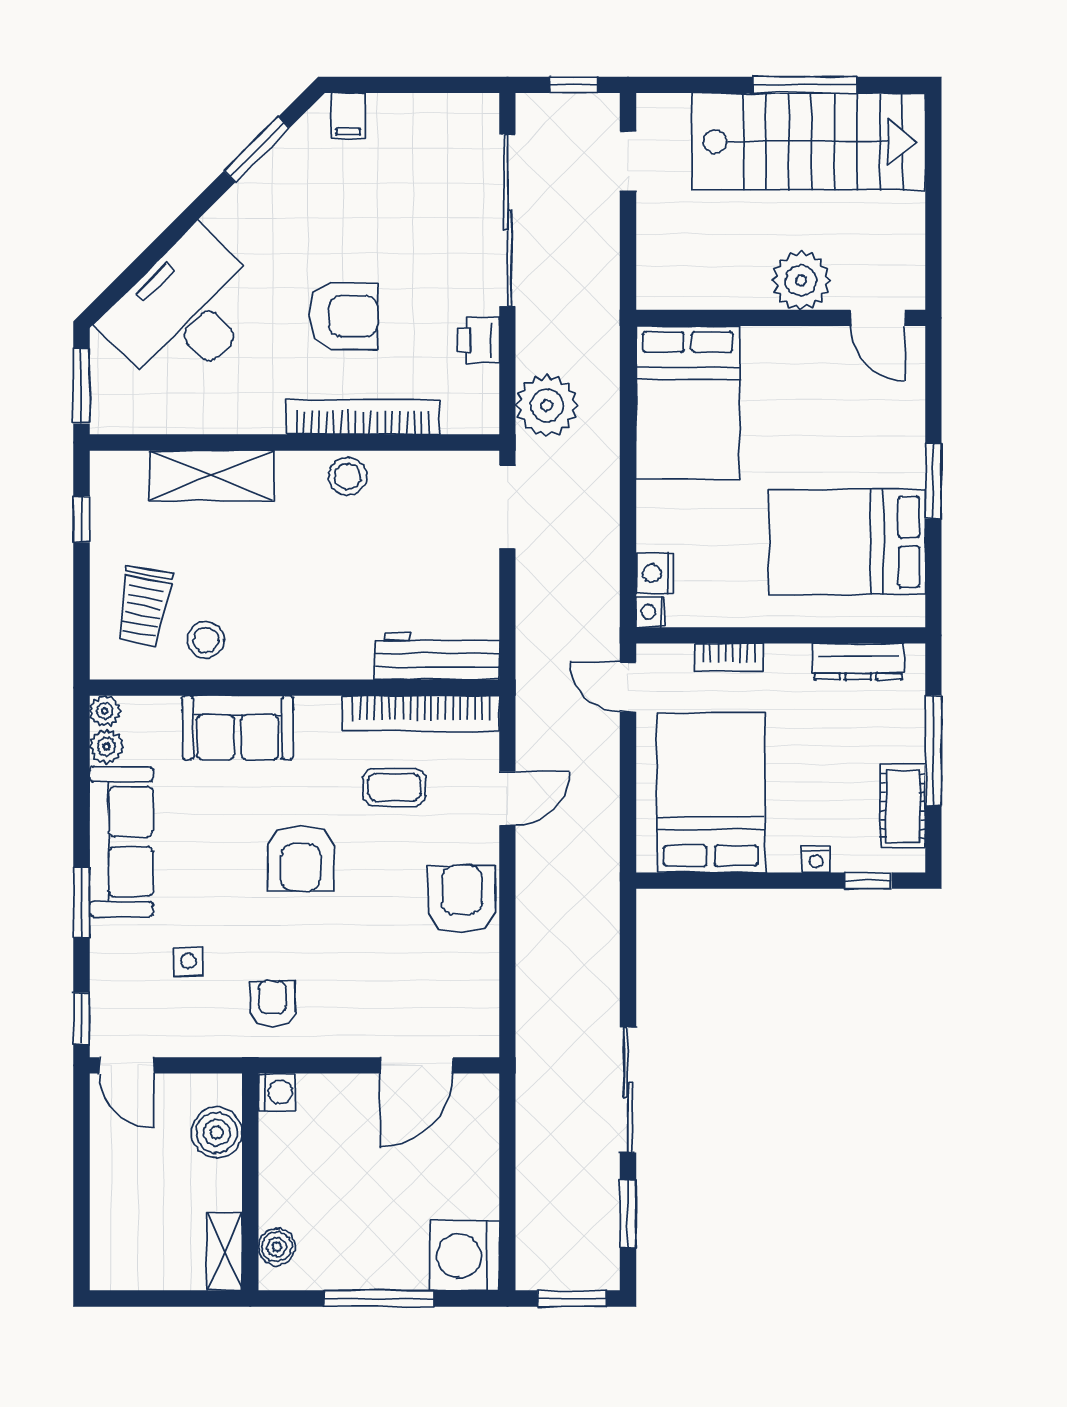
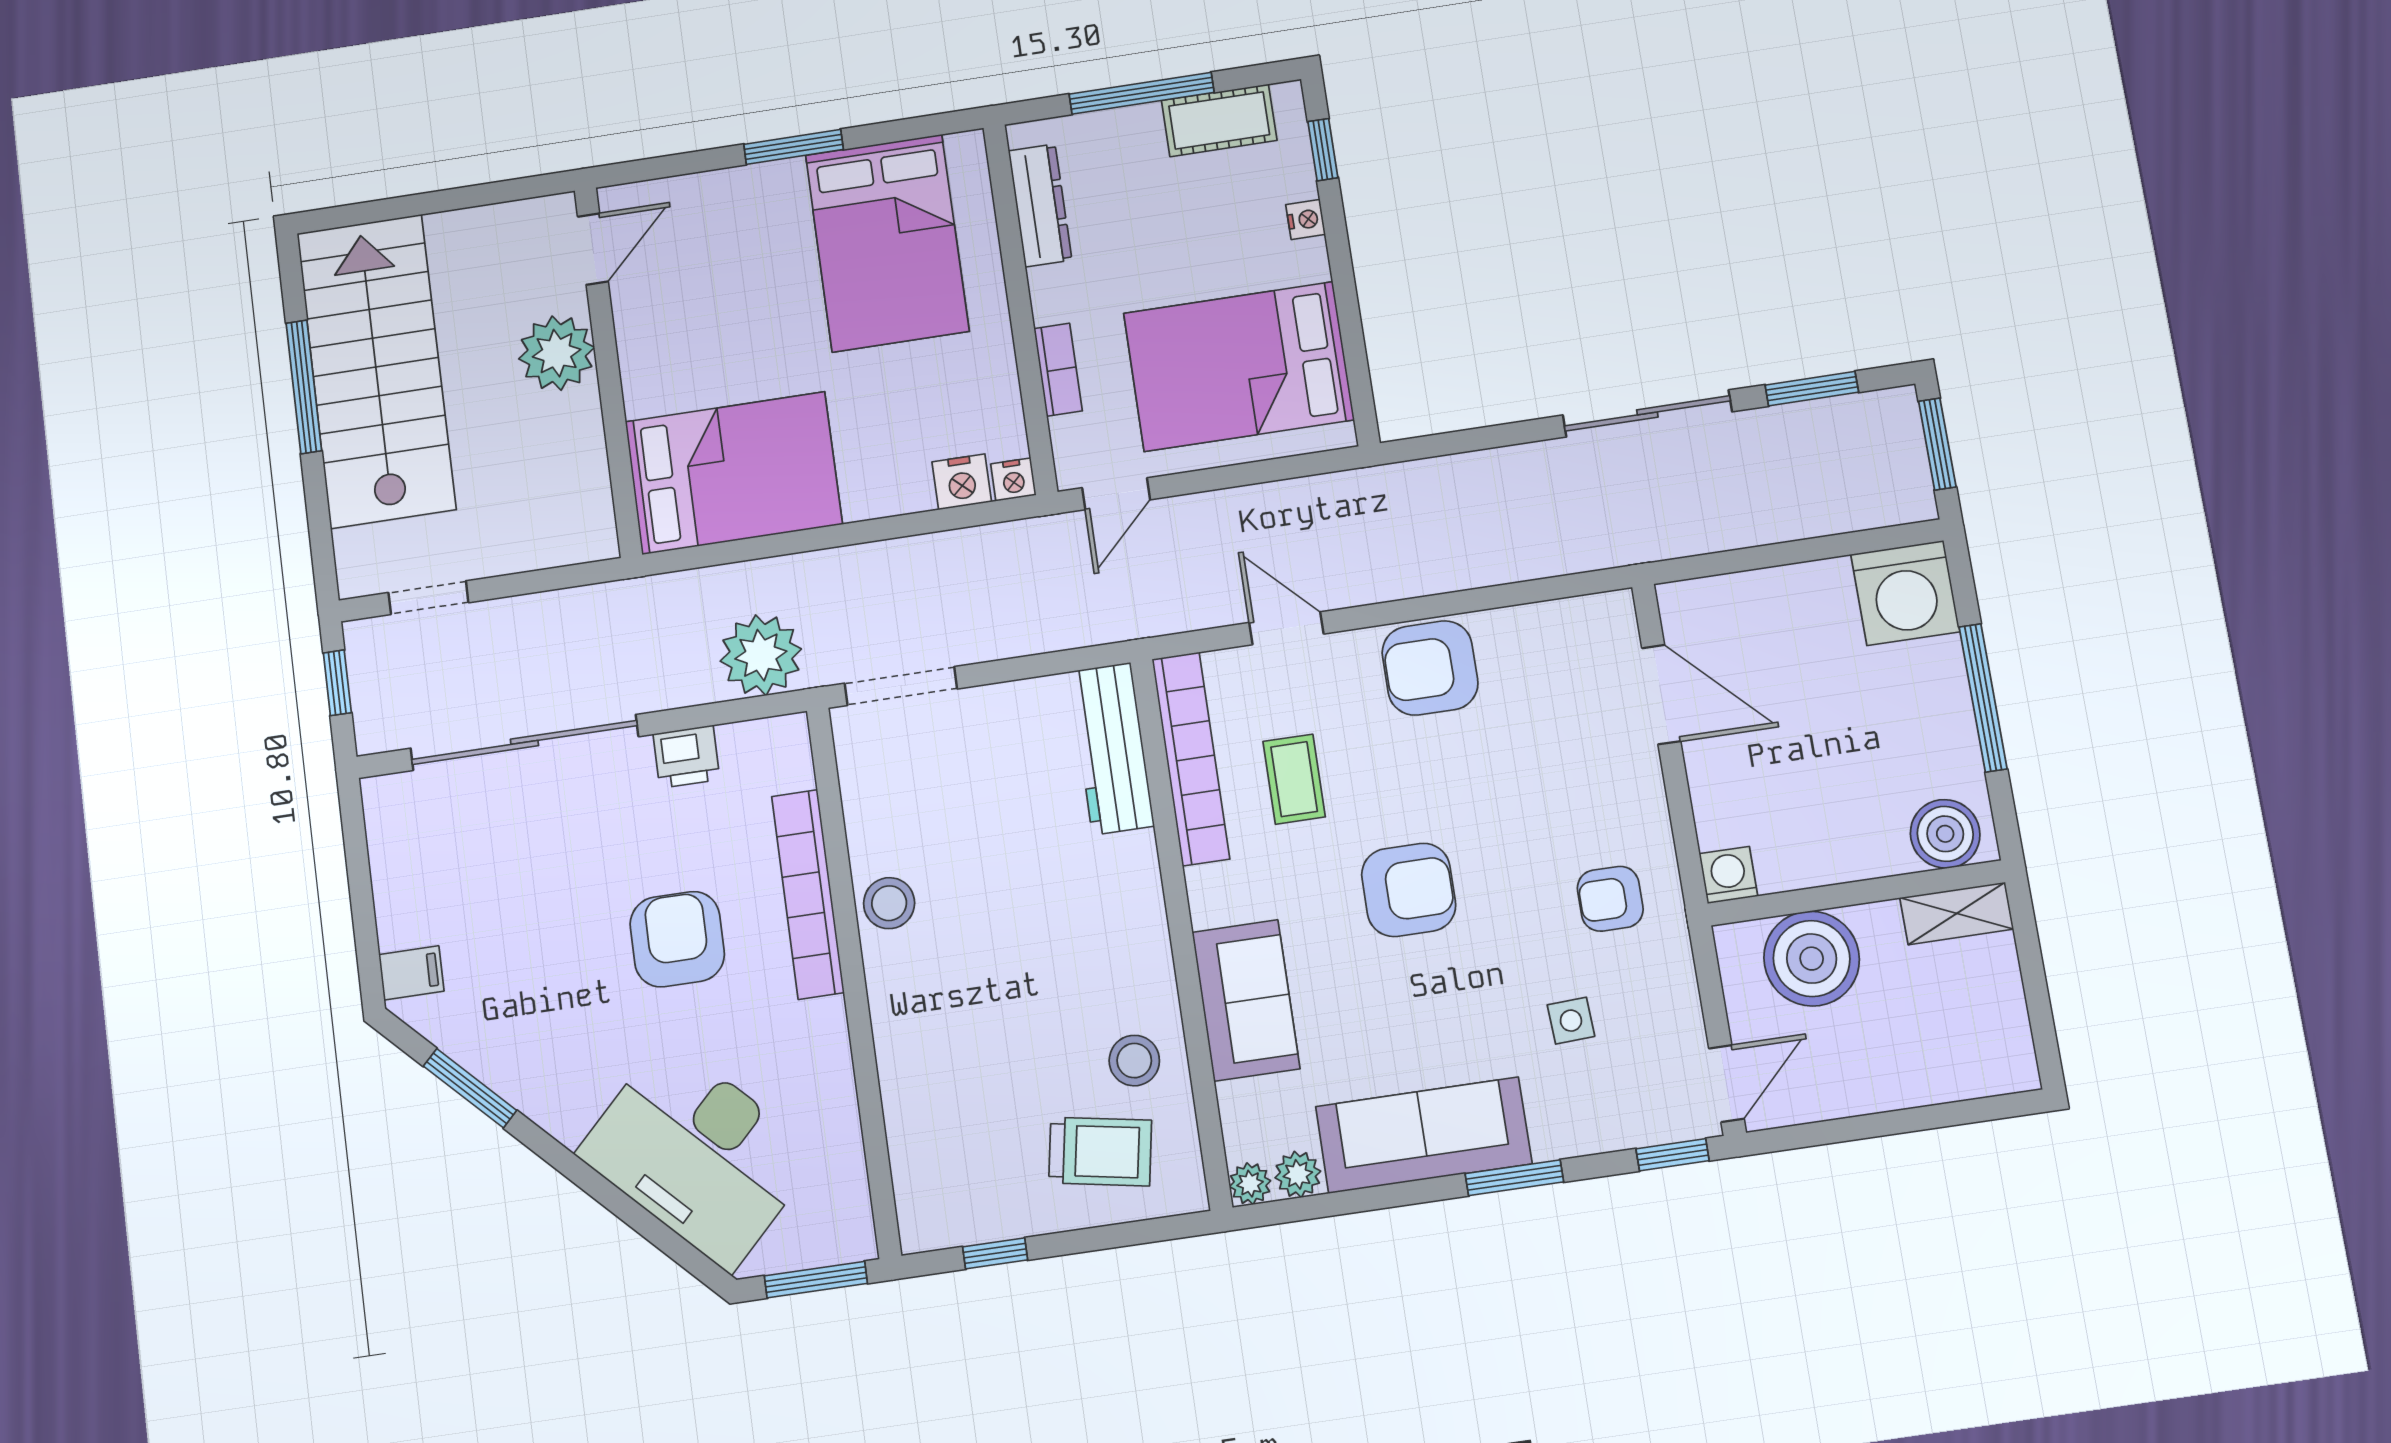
shelving: (212, 475) -> (913, 1085), removed
boiler: (217, 1132) -> (1812, 959), width x1.37, depth x1.37
boiler: (277, 1247) -> (1945, 834), width x1.36, depth x1.36

